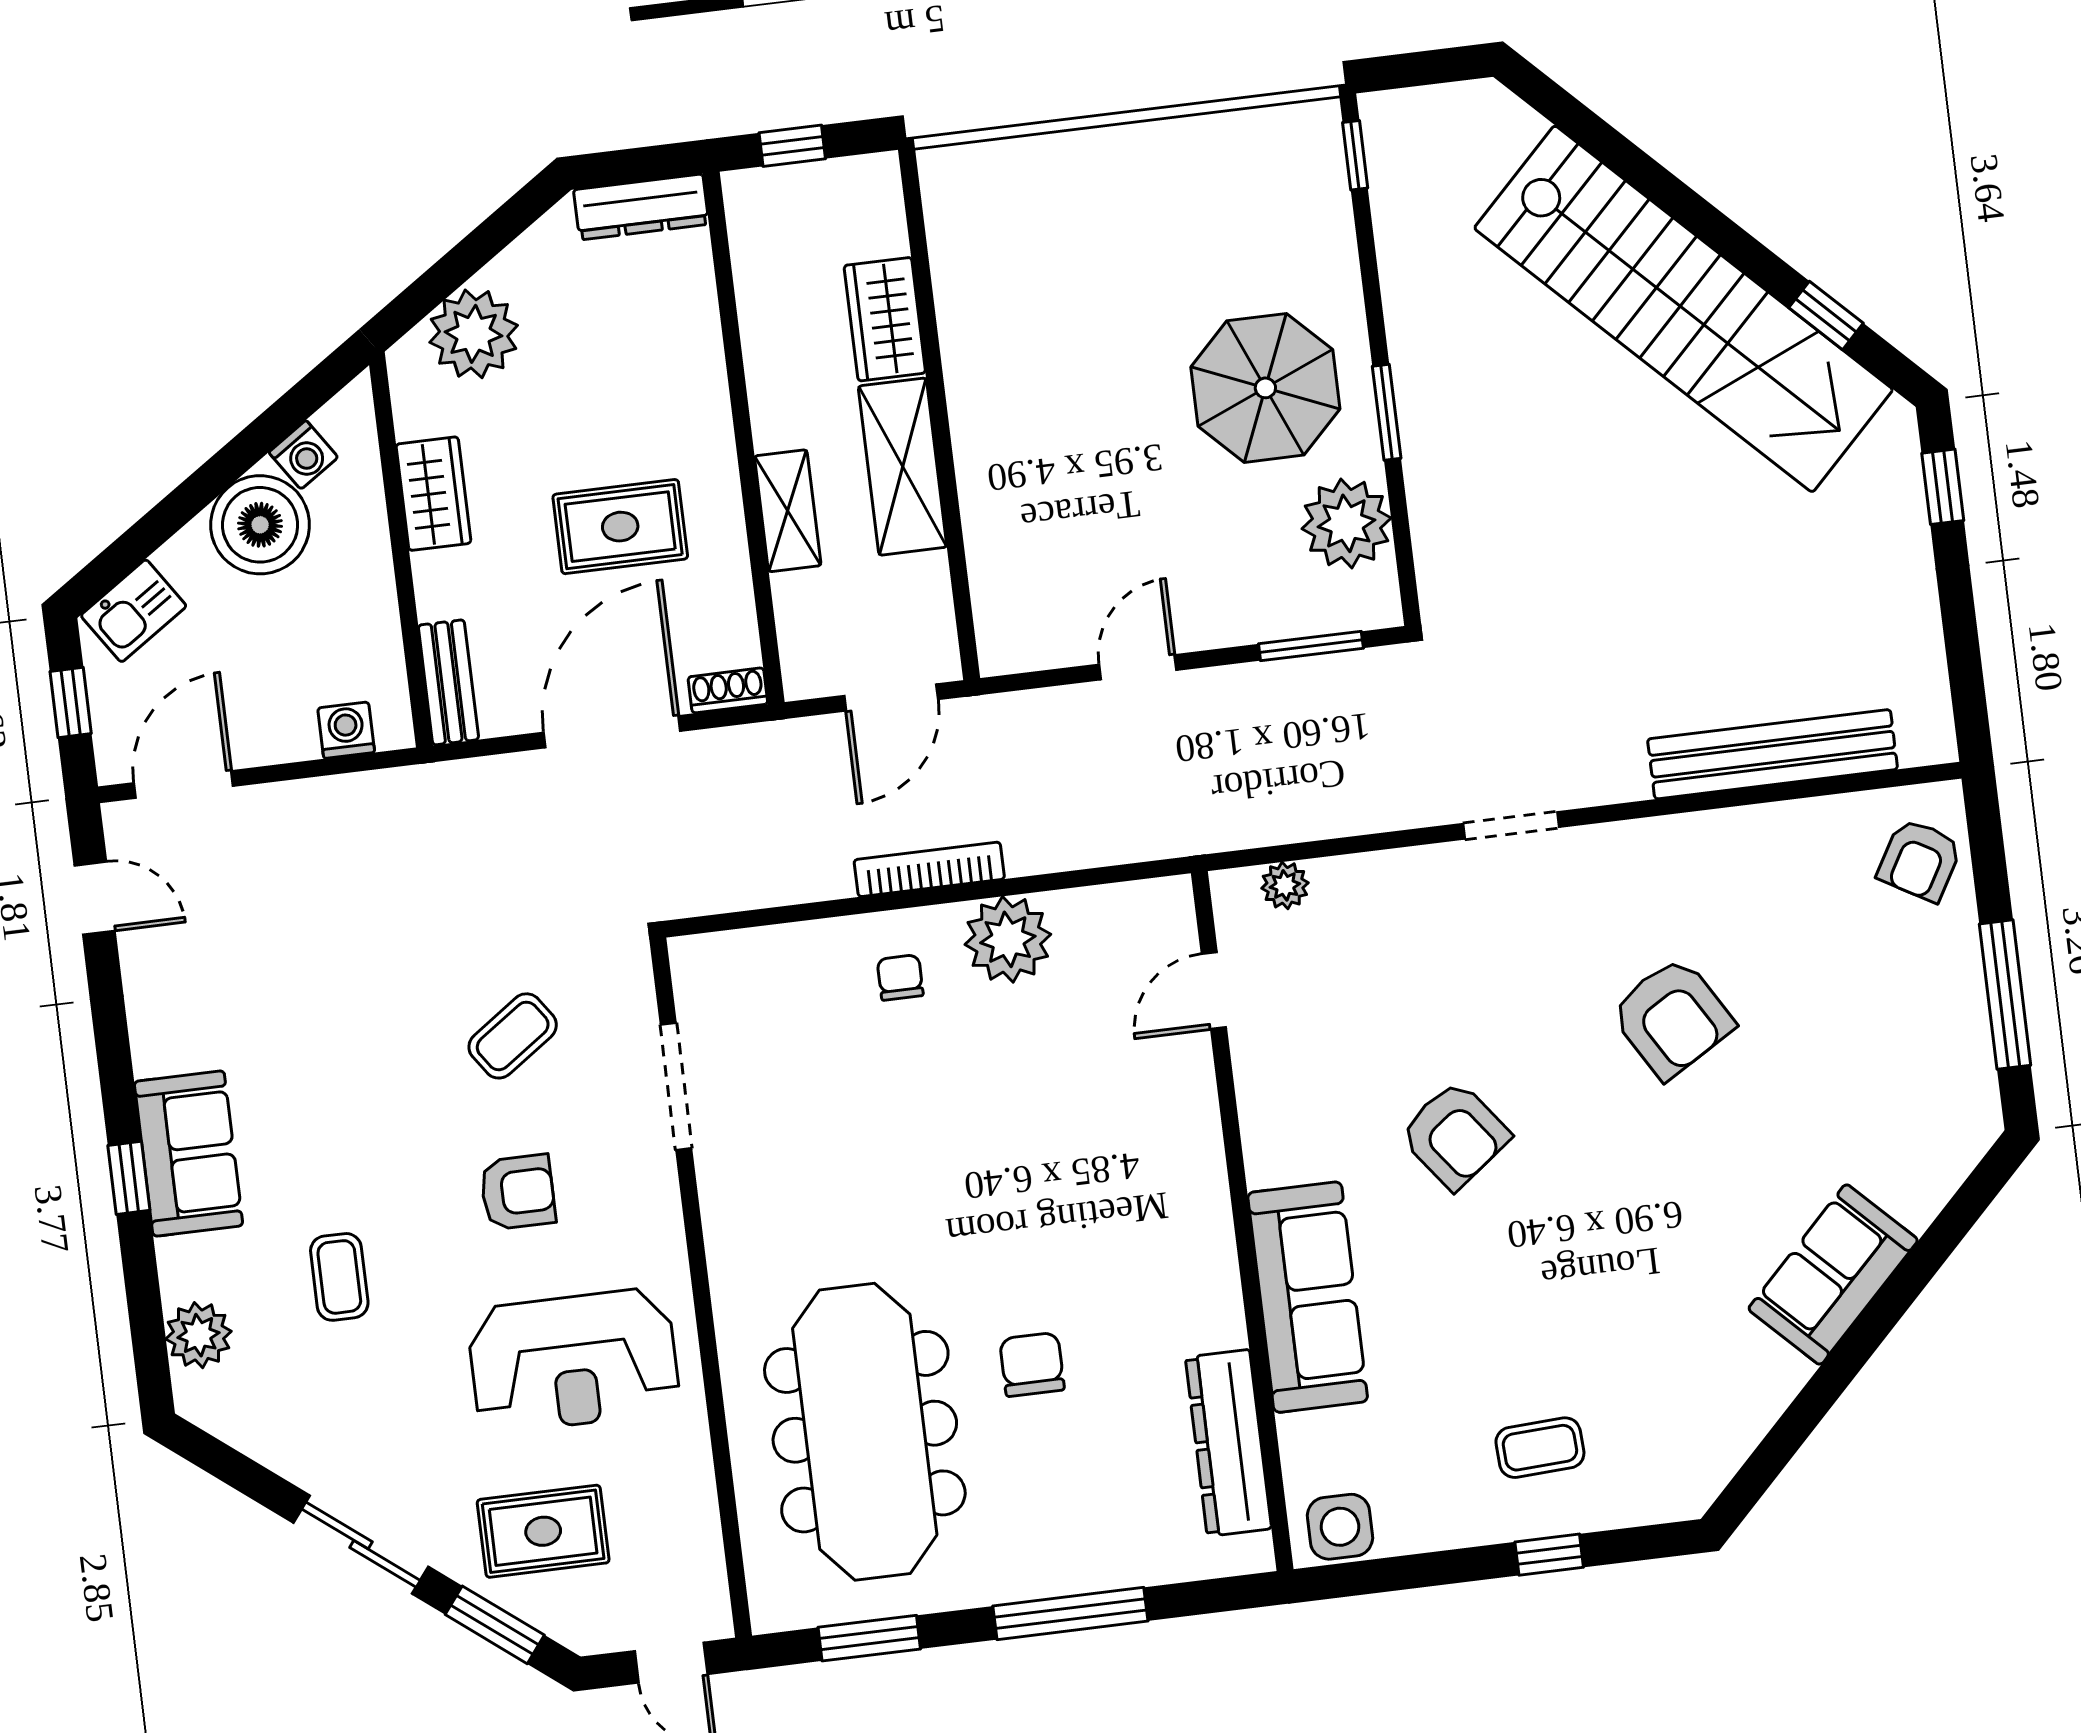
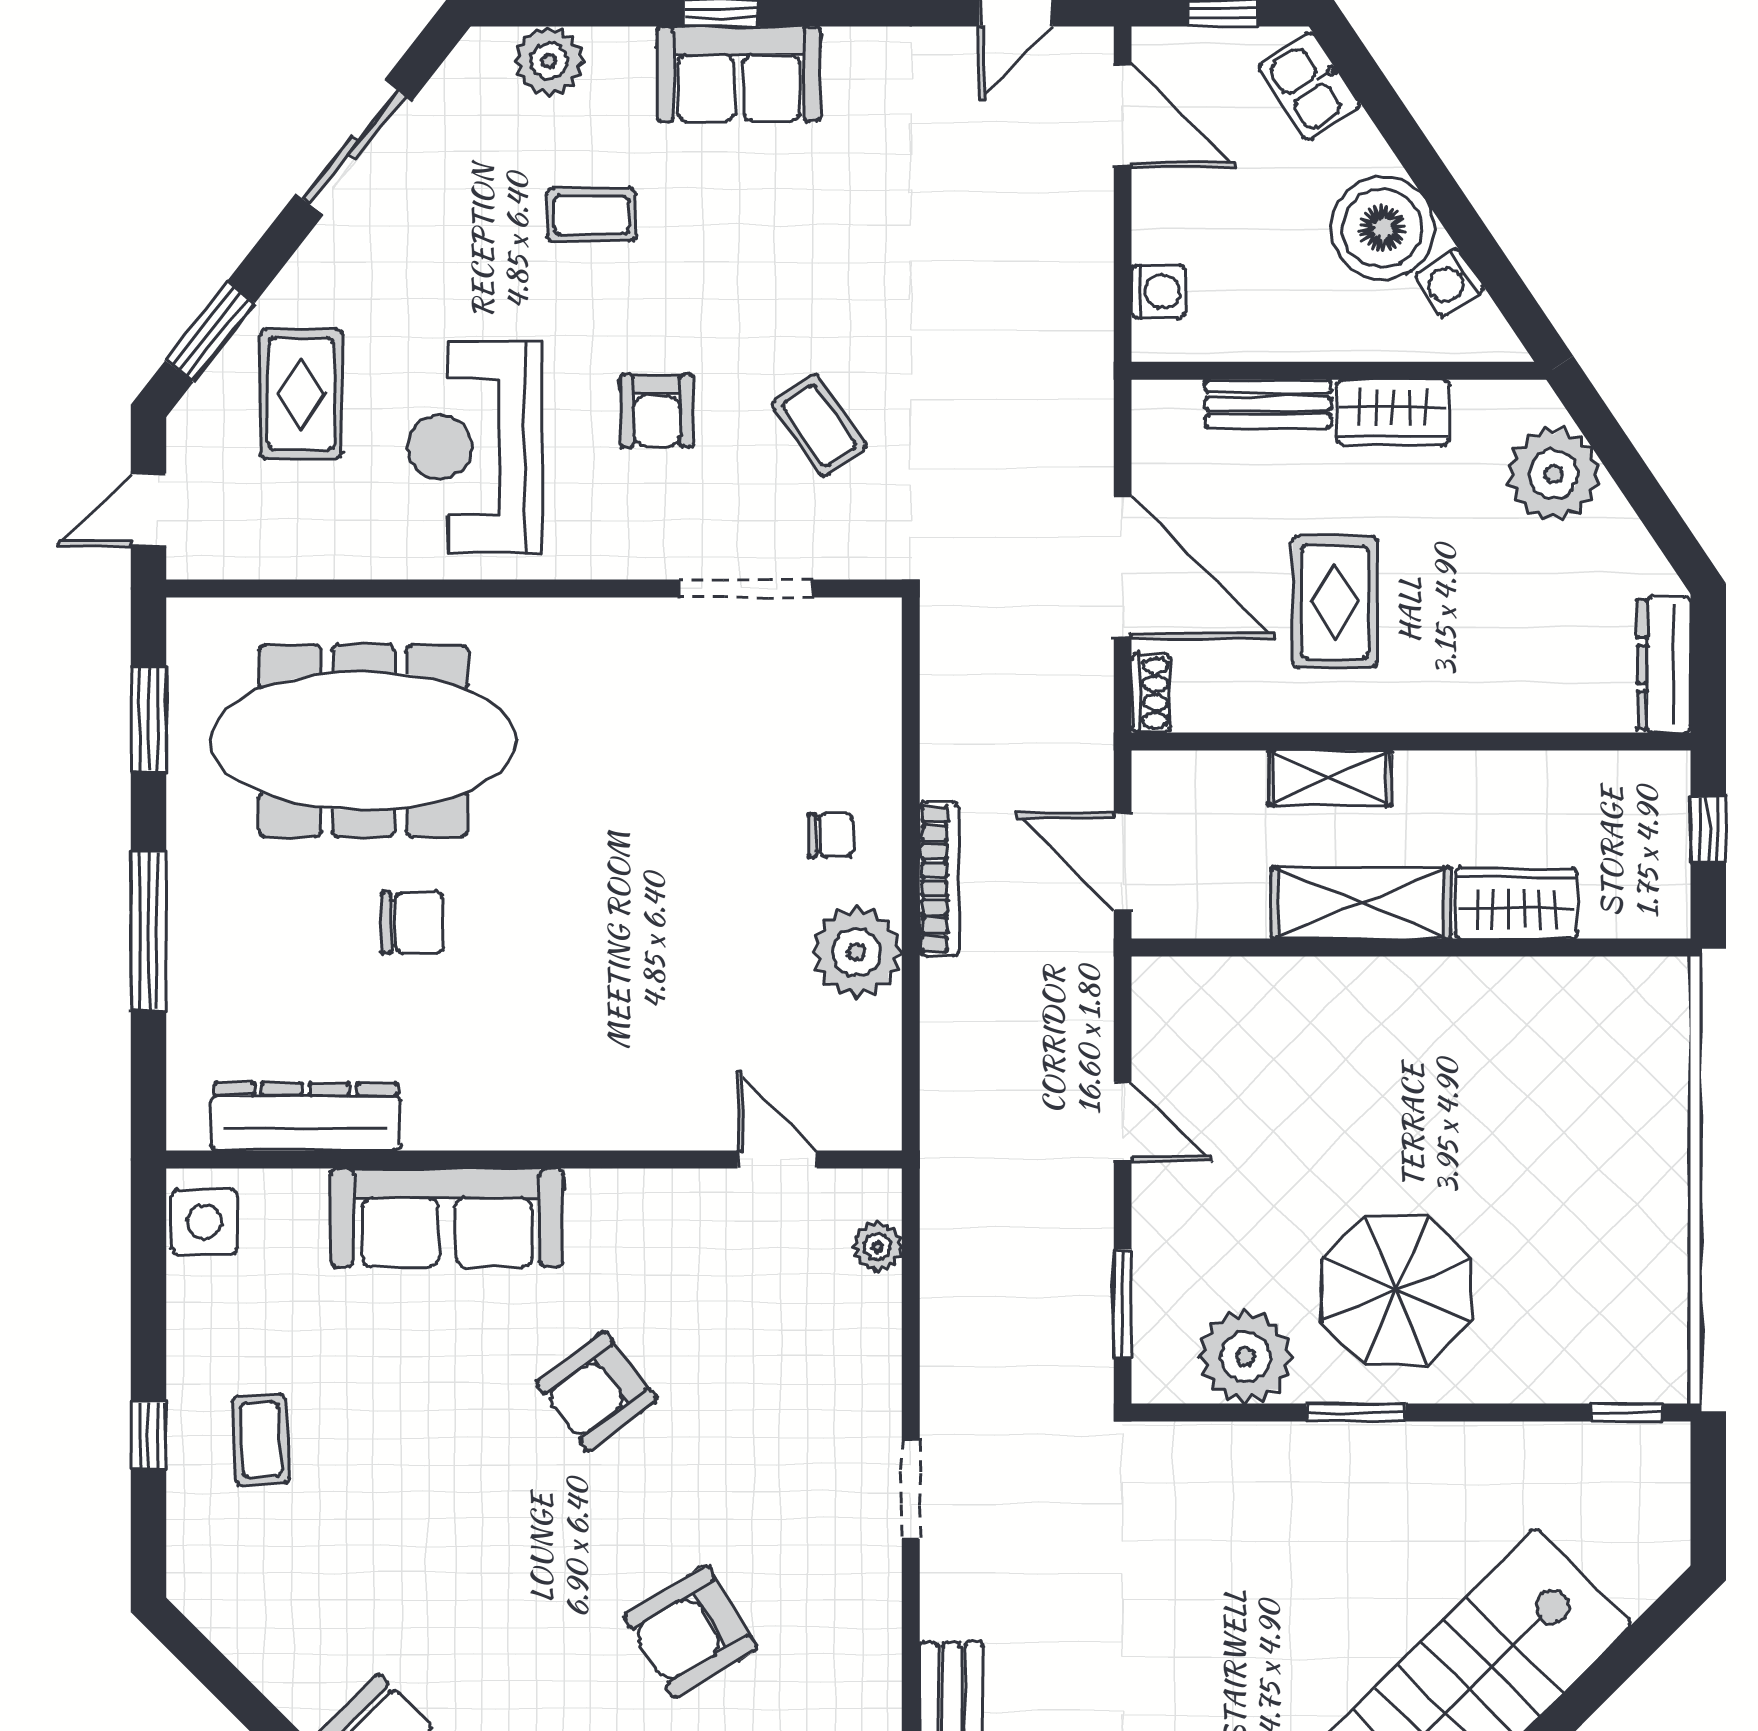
bench: (448, 682) -> (1268, 404), moved
sliding door: (361, 1545) -> (354, 147), moved

